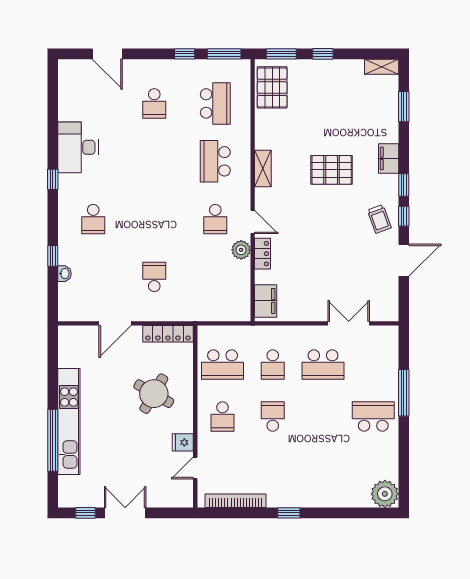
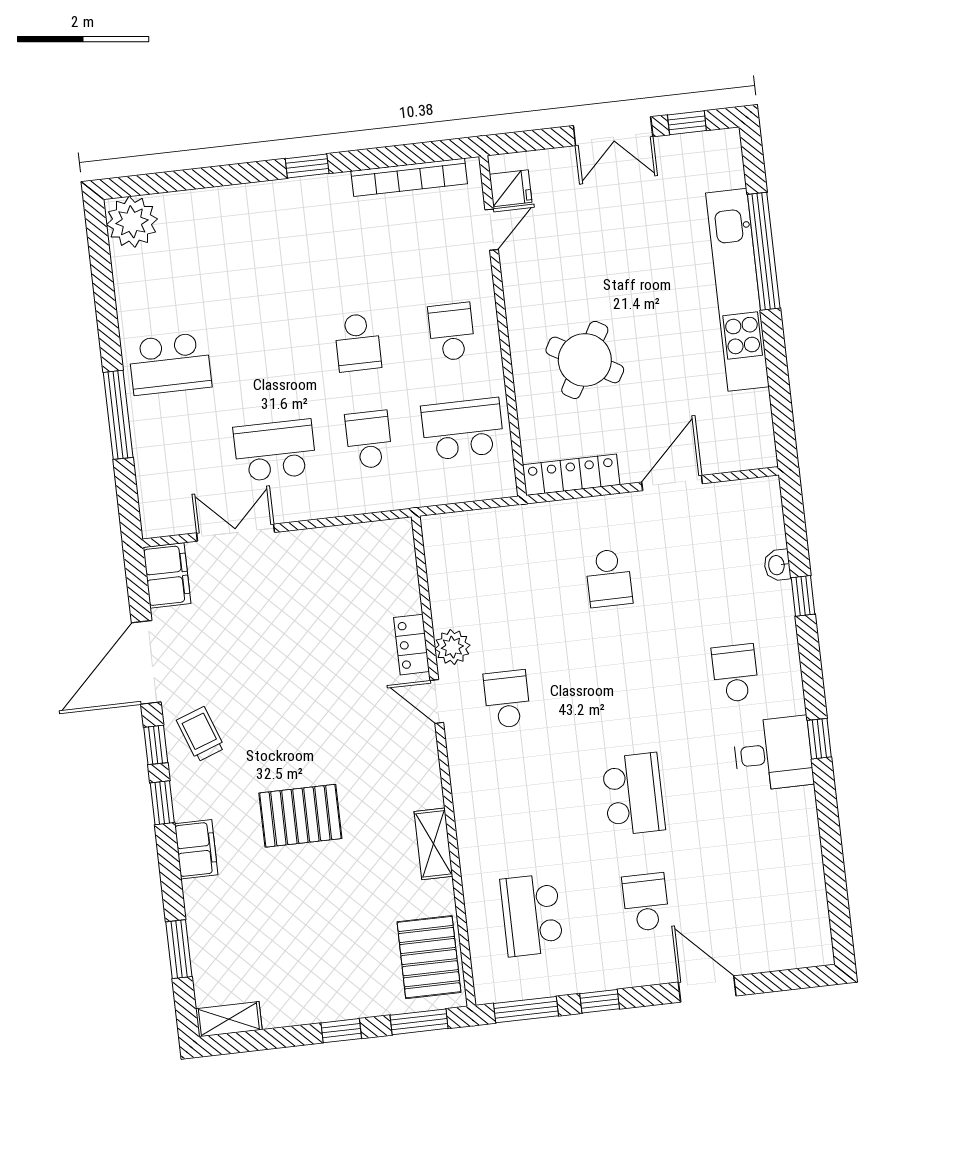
door: (107, 54) -> (707, 989), moved
desk: (78, 147) -> (773, 754), moved, width x0.73
school desk: (215, 161) -> (633, 794), moved
shelving: (263, 168) -> (433, 844), moved
door: (404, 260) -> (146, 662), width x1.36
filing cabinet: (266, 301) -> (167, 575), moved, turned 180
double door: (349, 323) -> (236, 533), swing flipped
fridge: (183, 442) -> (511, 188), moved

